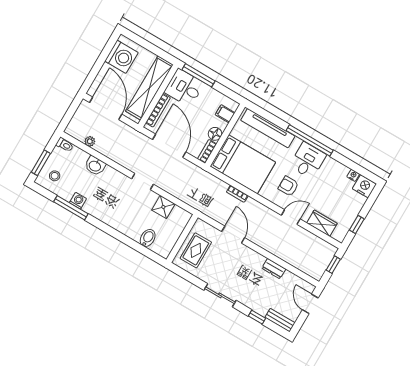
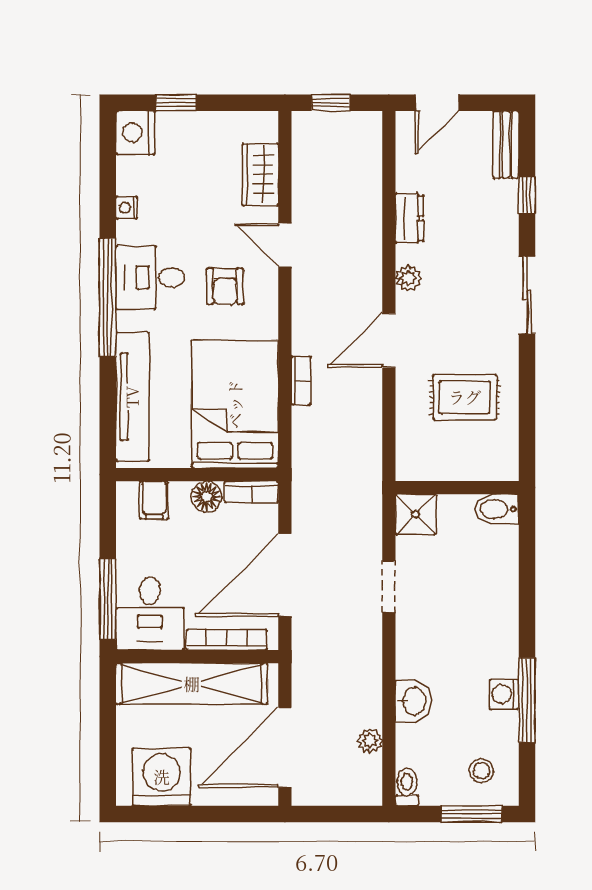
nightstand: (353, 175) -> (127, 208), moved
window: (357, 225) -> (176, 103), moved
wall: (182, 239) -> (457, 488), moved
plant: (252, 255) -> (408, 278), added

